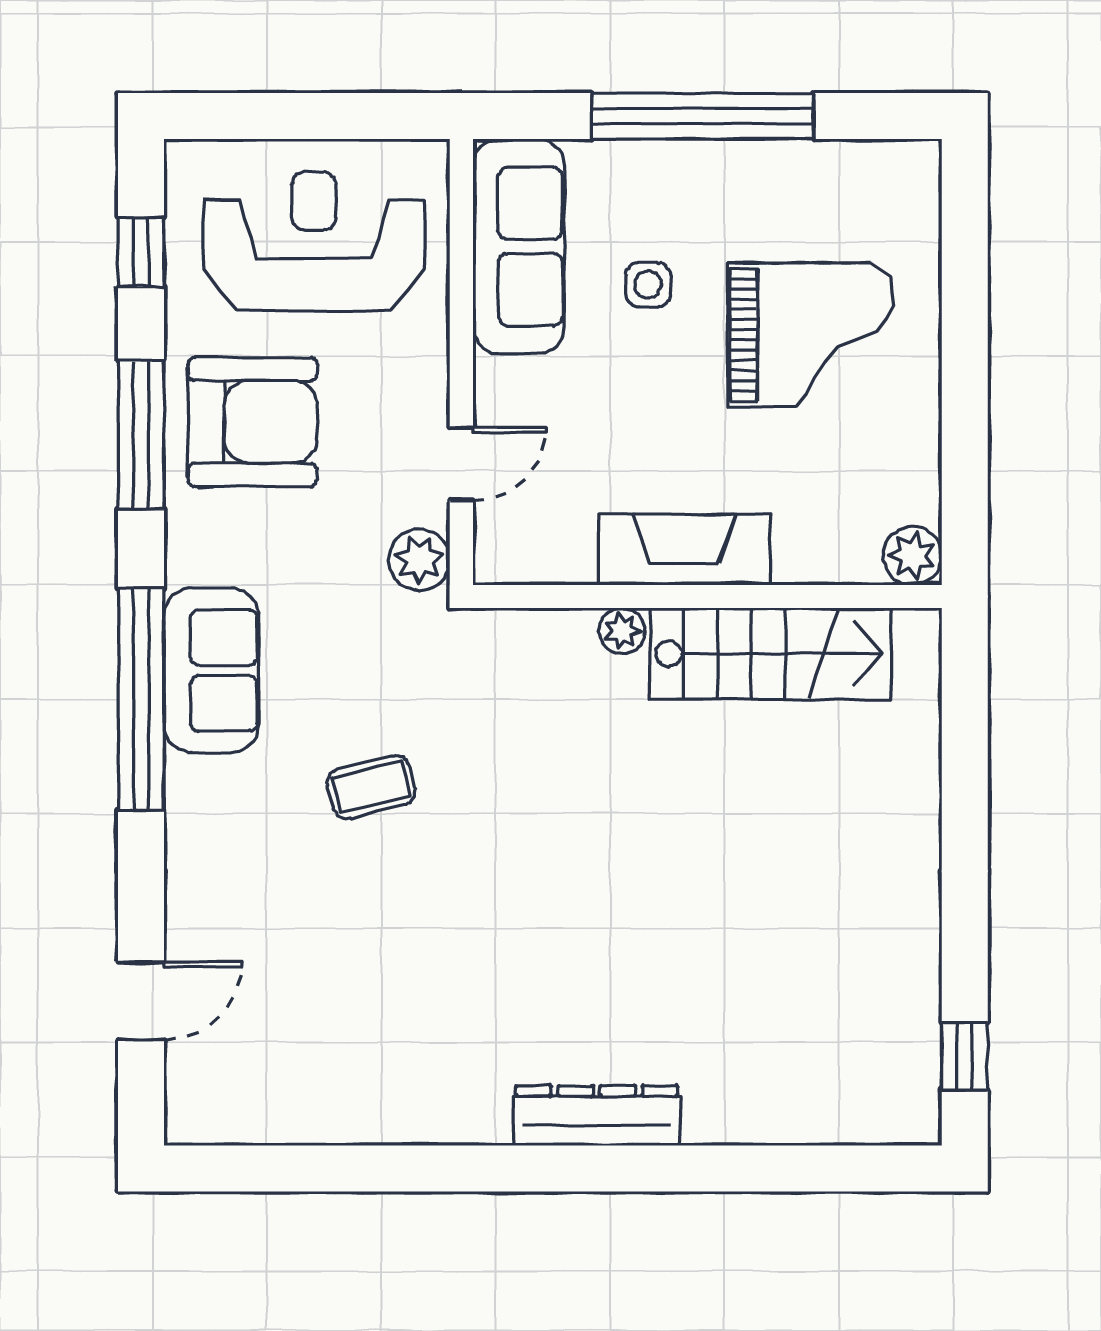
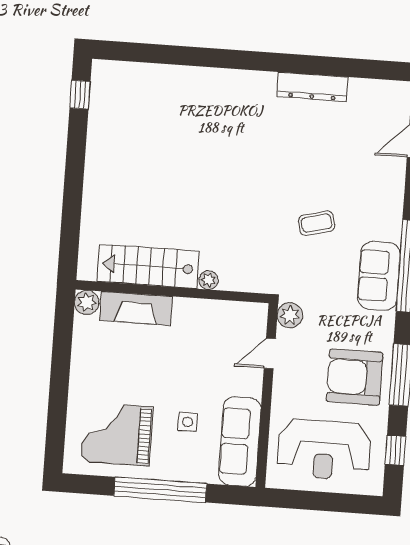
grand piano: (811, 335) -> (117, 434), moved
fireplace: (684, 550) -> (136, 308), moved
dresser: (597, 1115) -> (312, 87), moved

